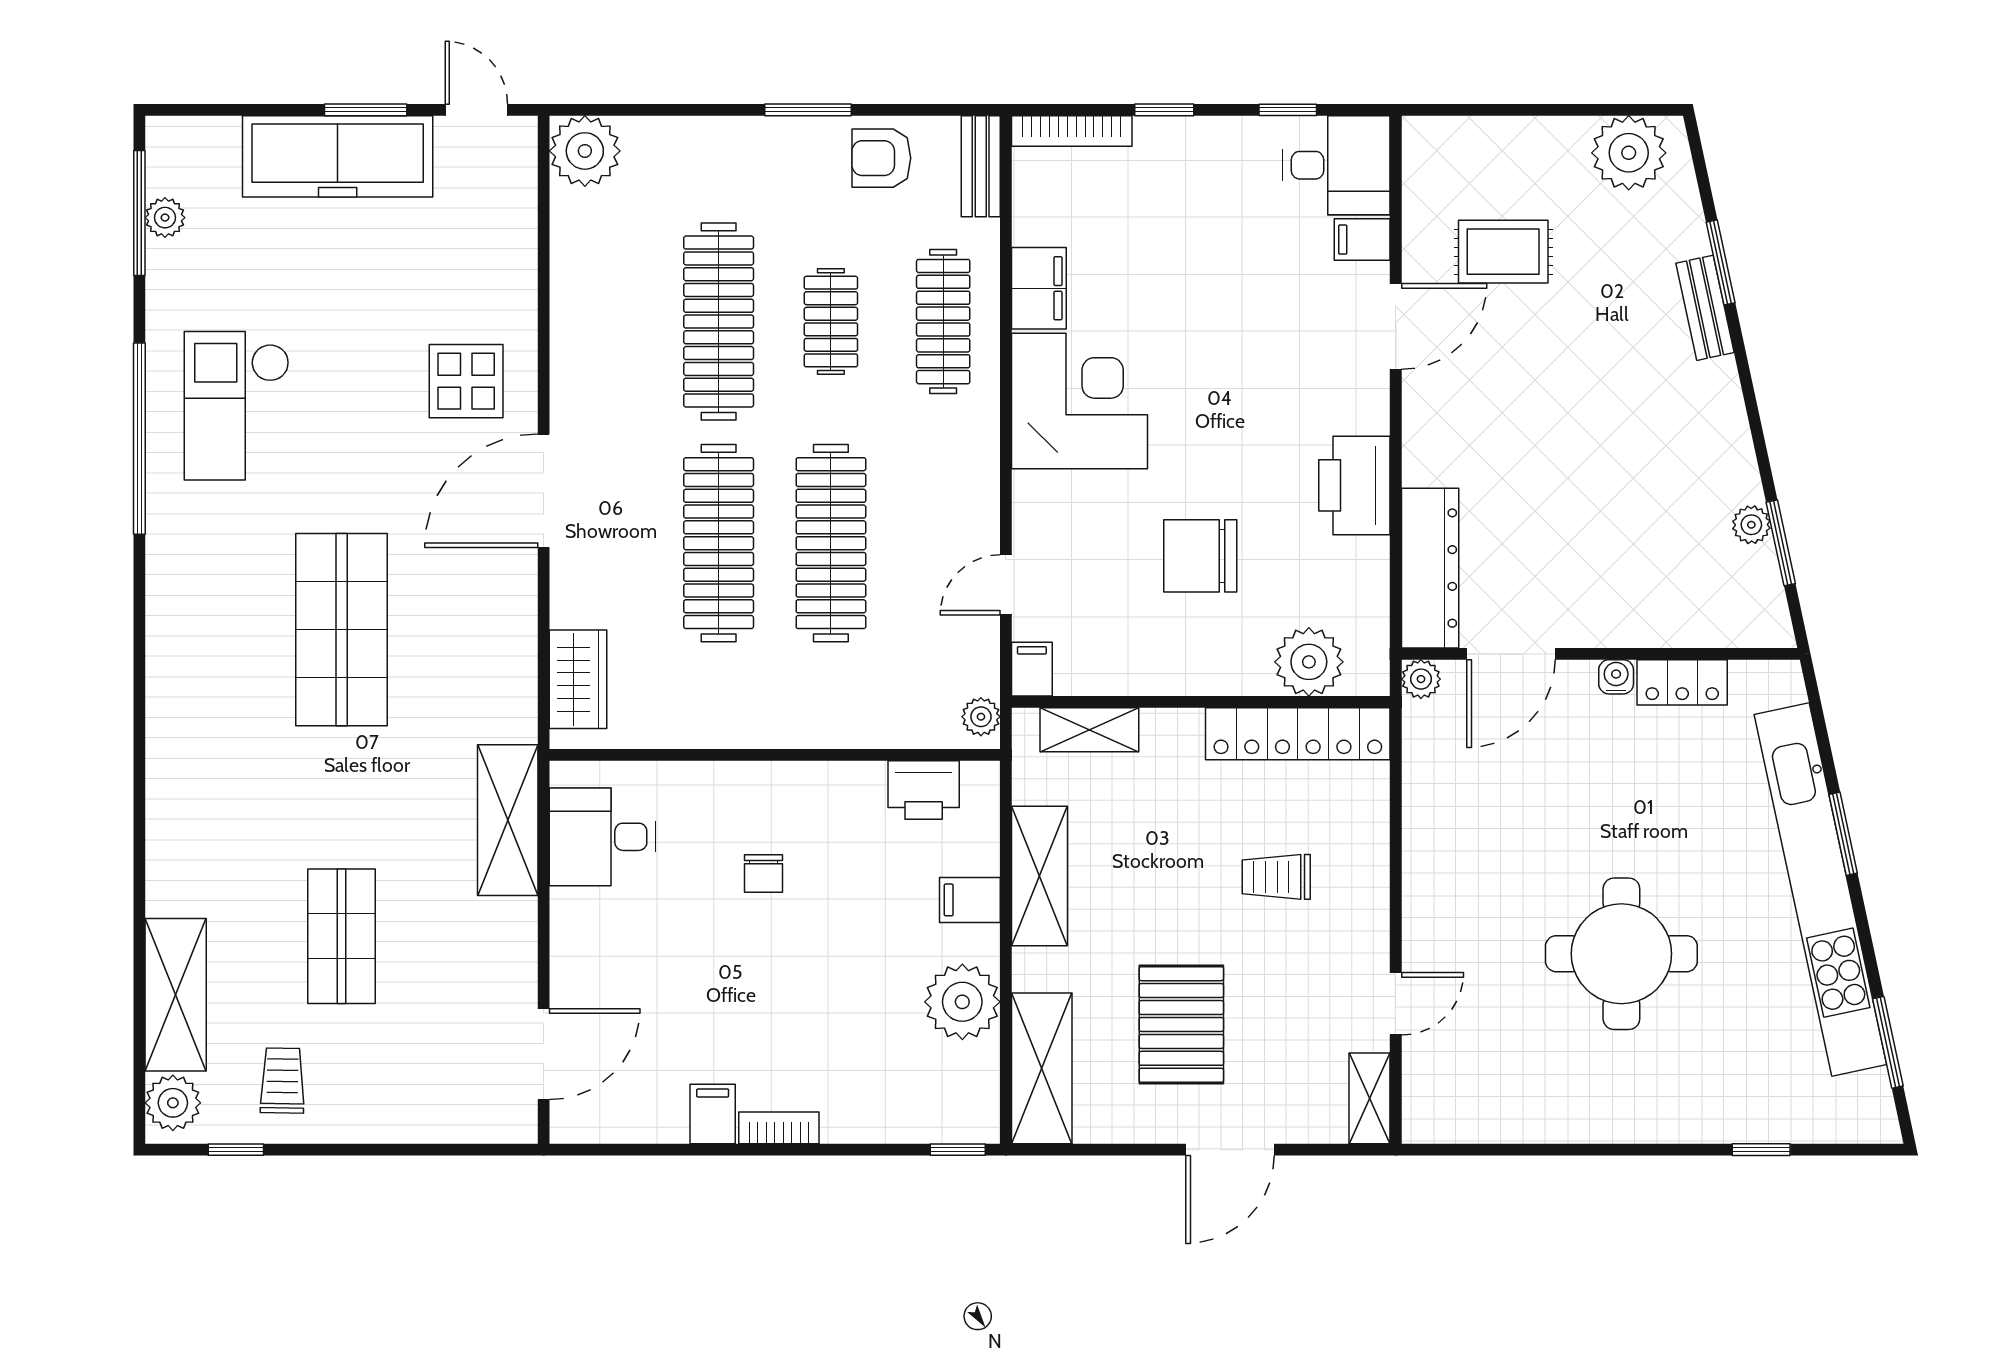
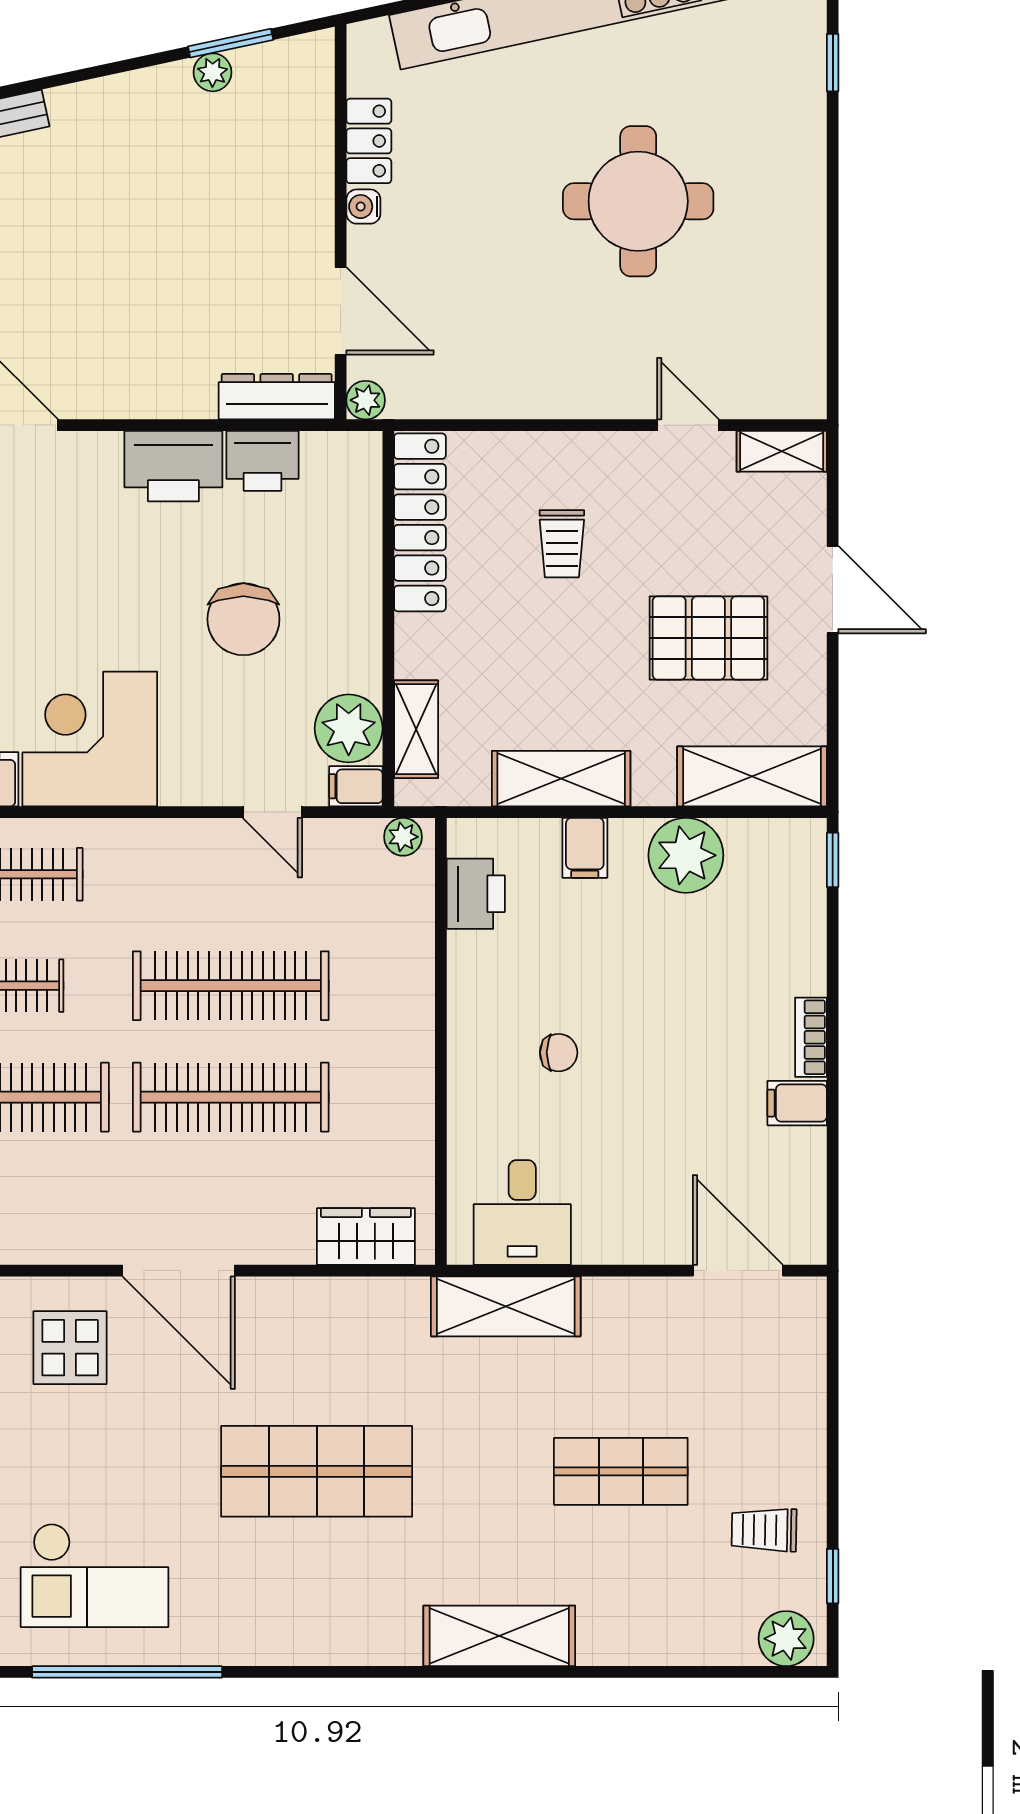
dresser: (1430, 568) -> (277, 397), width x0.73, depth x0.80
printer: (1360, 575) -> (263, 461), added
plant: (1309, 662) -> (349, 728), moved
shelving: (176, 995) -> (499, 1636), moved

